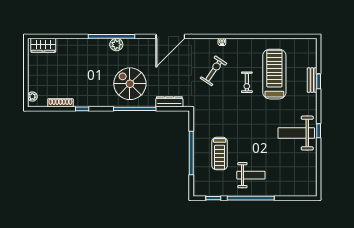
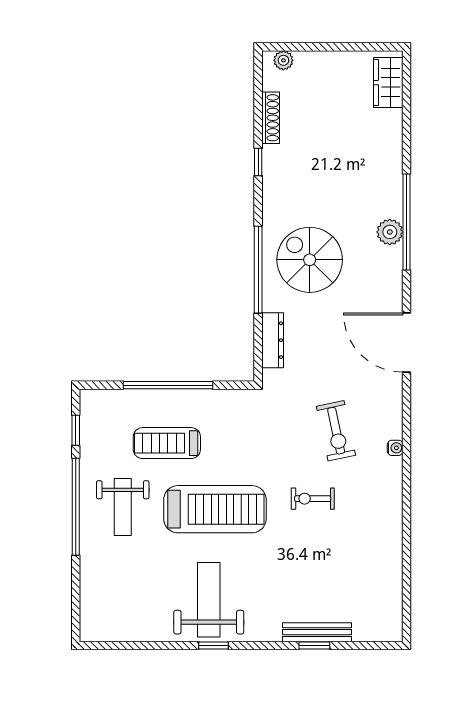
exercise bike: (214, 71) -> (336, 431), turned 44
treadmill: (274, 74) -> (215, 509), moved
bench: (312, 80) -> (317, 632), width x1.36
spiral stairs: (130, 84) -> (310, 260), turned -90

